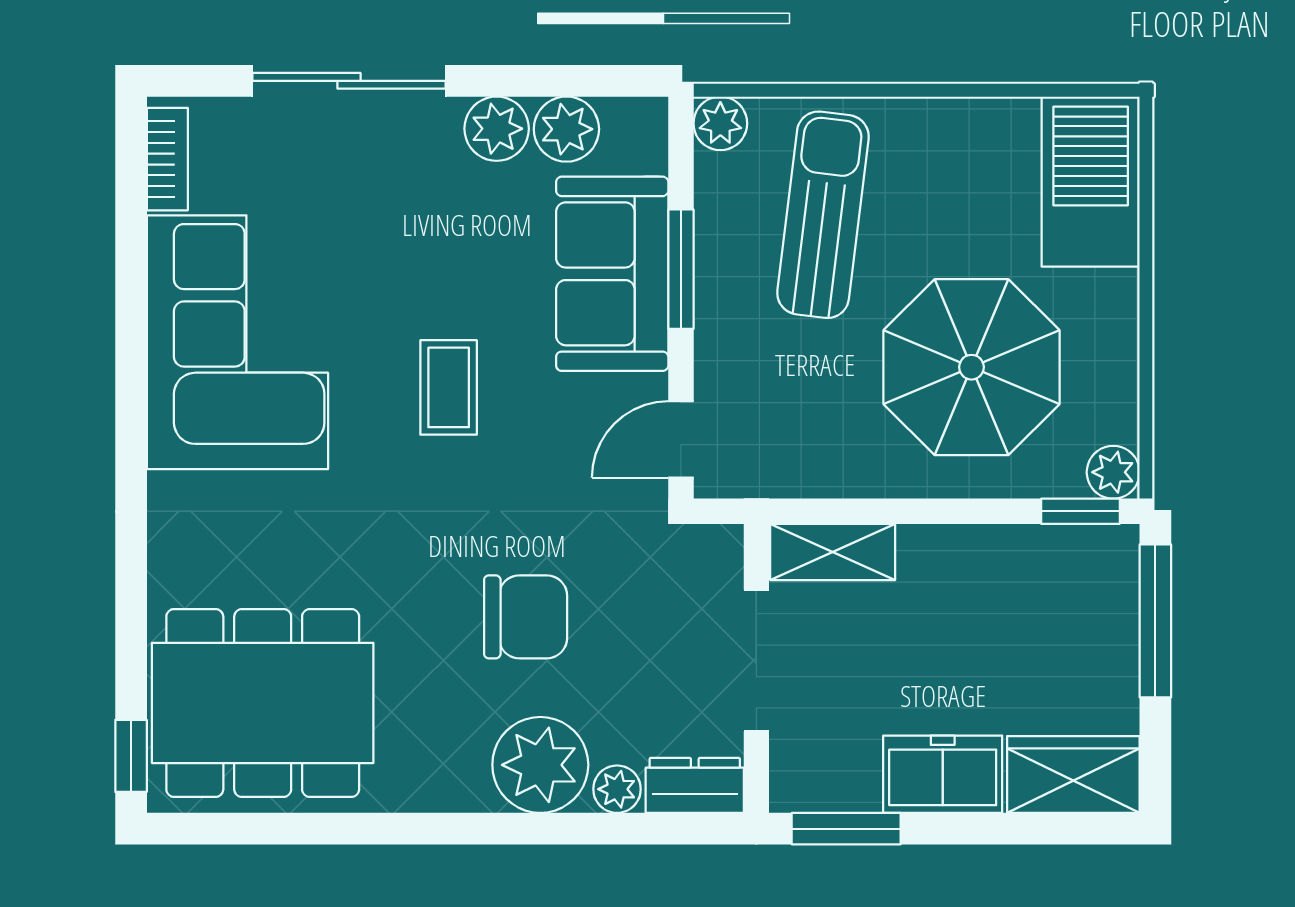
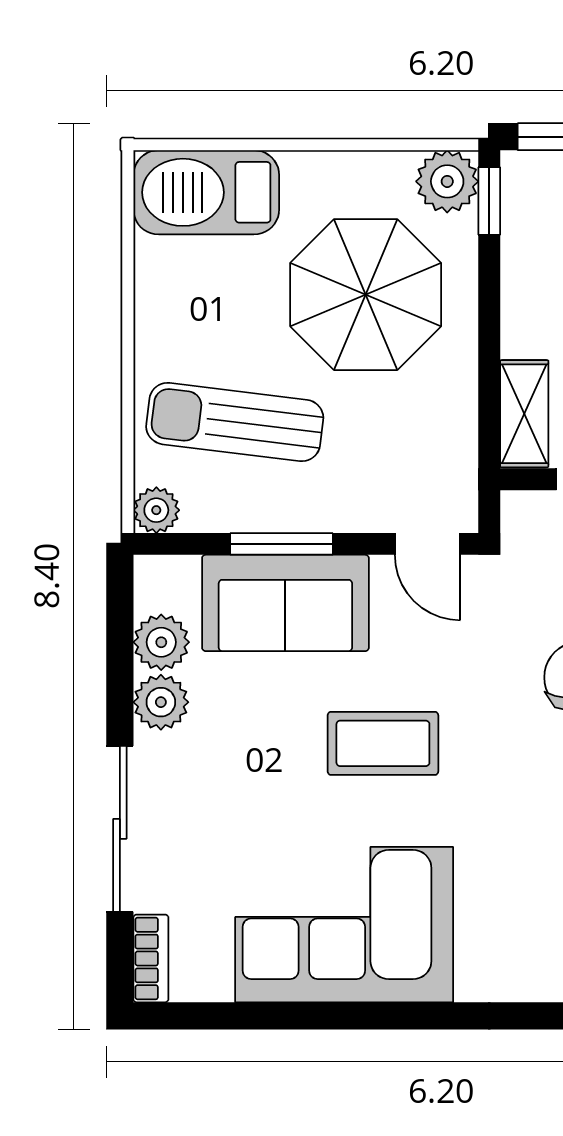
bookcase: (167, 159) -> (151, 958), moved, turned 90
coffee table: (449, 387) -> (383, 743), width x1.36, depth x1.30
plant: (1113, 472) -> (447, 181), width x1.38, depth x1.38

